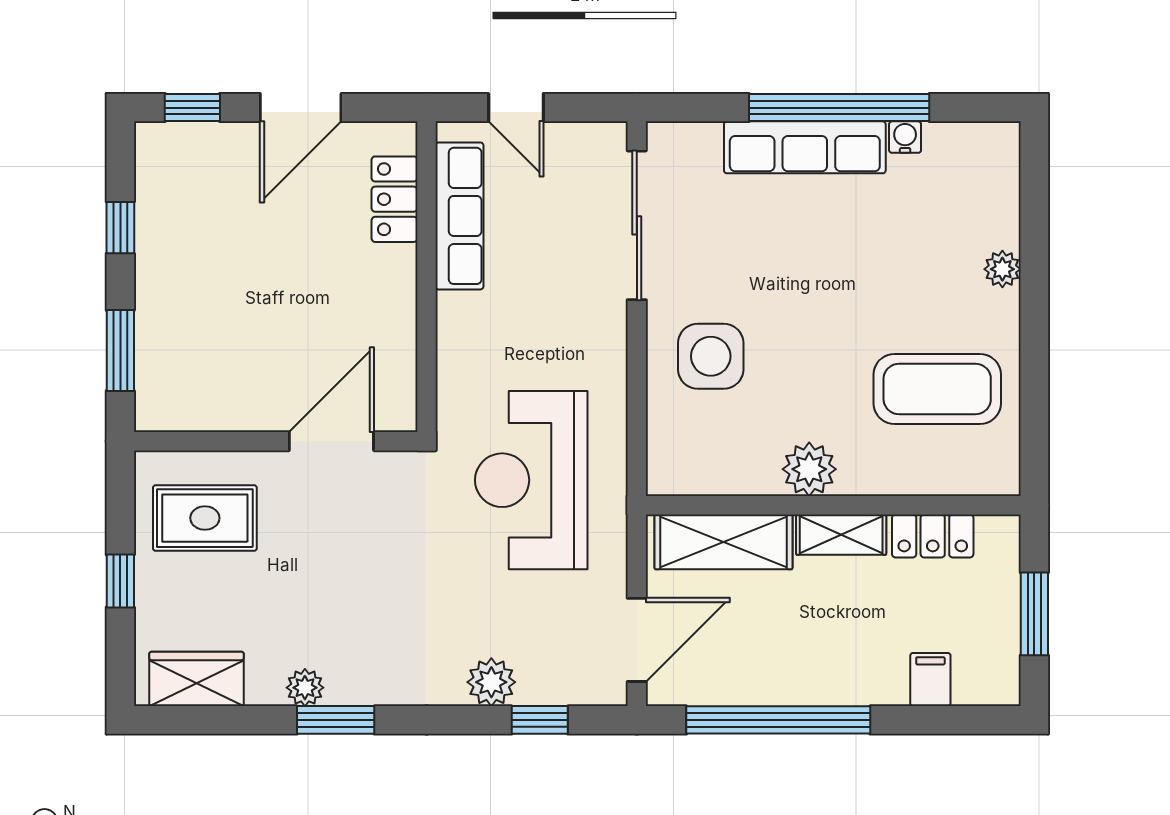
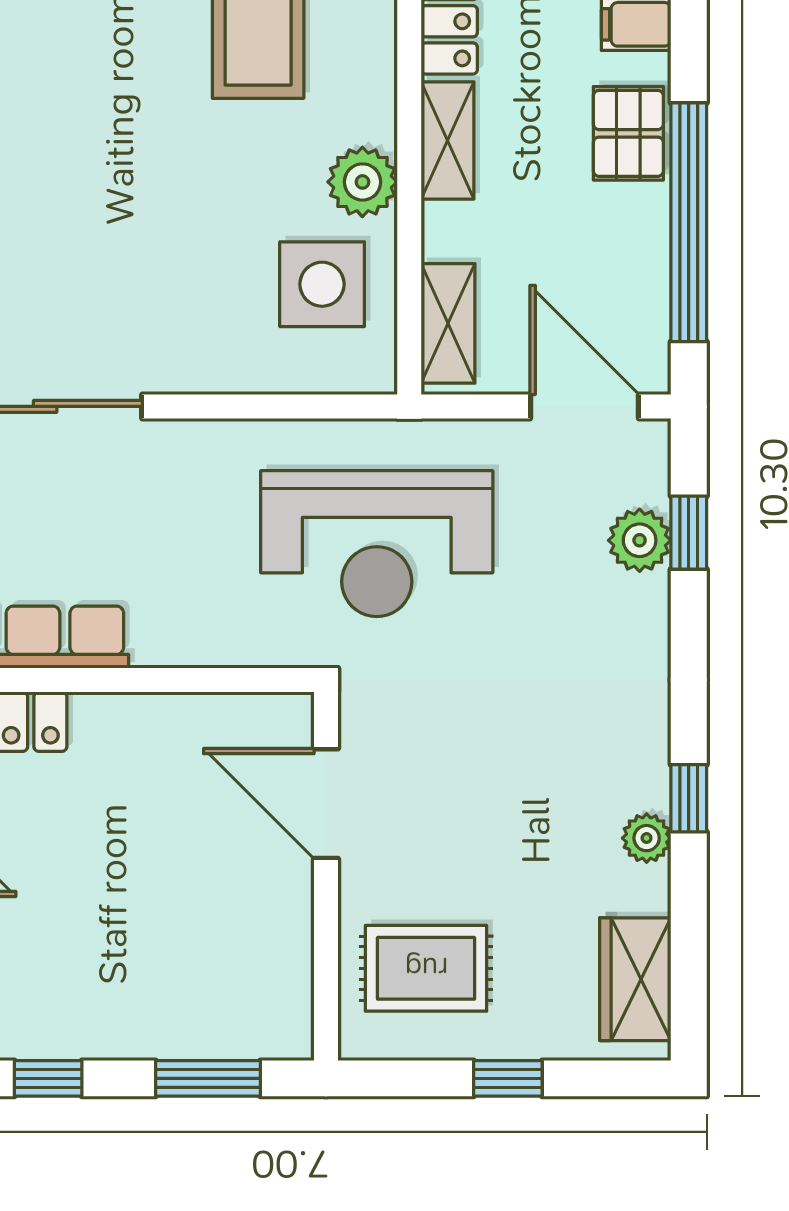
side table: (711, 356) -> (322, 284), moved
rug: (205, 518) -> (426, 968), turned 90
shelving: (724, 542) -> (448, 323), width x0.67, depth x0.75
pallet: (847, 674) -> (628, 133), added
plant: (491, 682) -> (640, 540), moved
window: (336, 720) -> (689, 798), width x0.67

